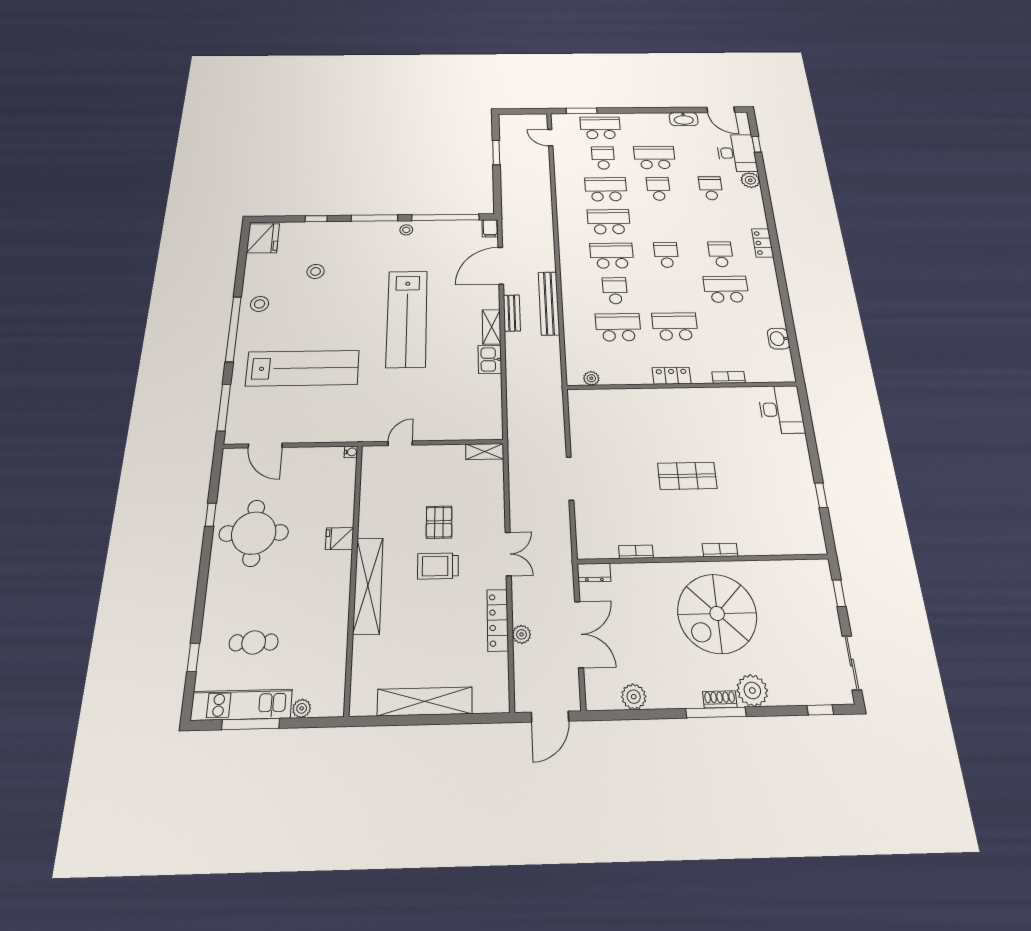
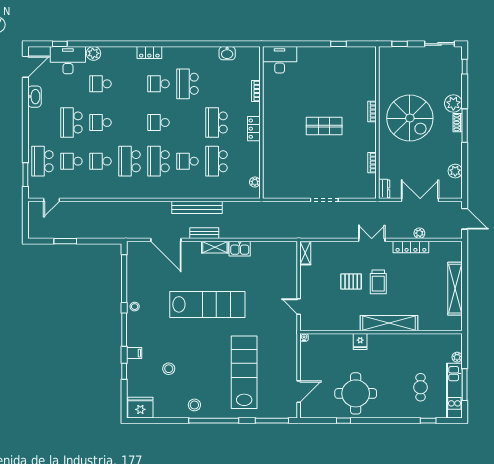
school desk: (606, 189) -> (100, 161), width x0.54
filing cabinet: (490, 228) -> (134, 353), moved
shop shelf: (687, 476) -> (324, 126), turned 90

